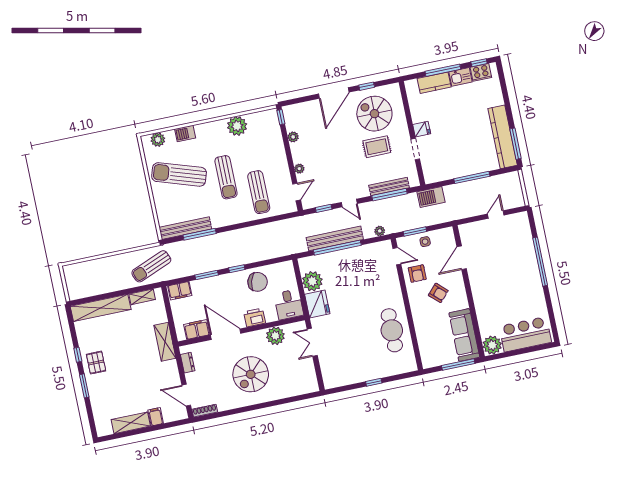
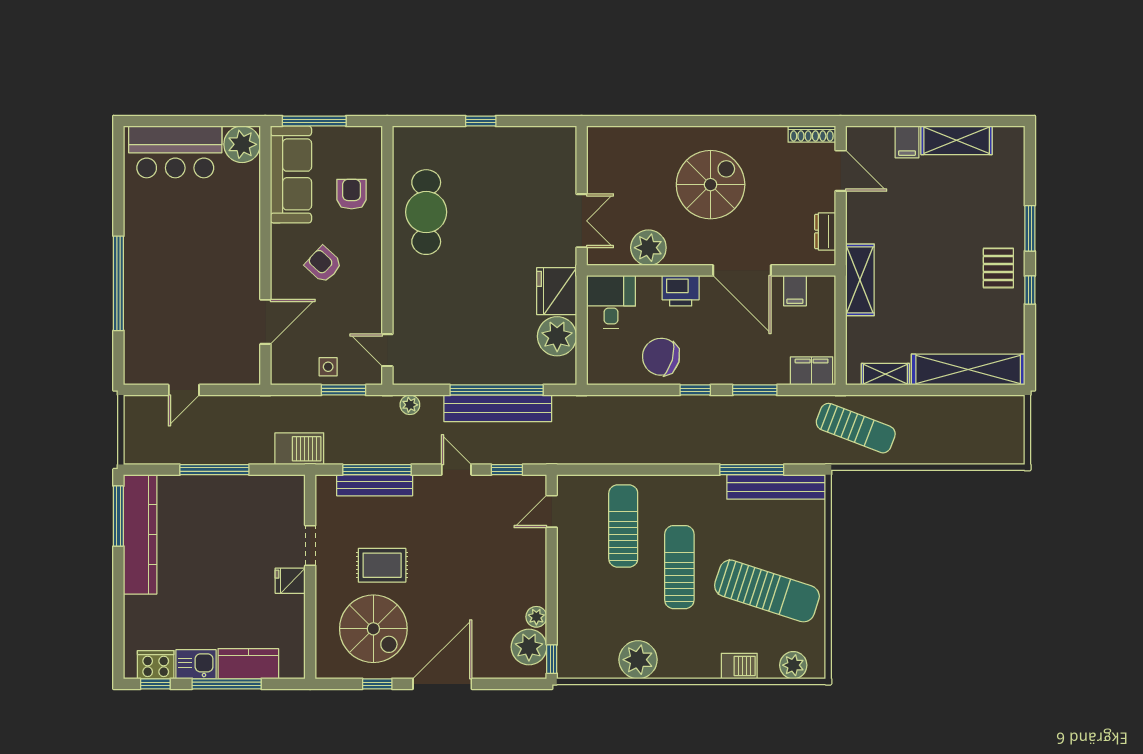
plant: (299, 169) -> (529, 647), moved, width x1.87, depth x1.87
sun lounger: (151, 266) -> (856, 428), turned 43
armchair: (417, 274) -> (352, 194), moved
filing cabinet: (197, 330) -> (795, 291), width x0.50

